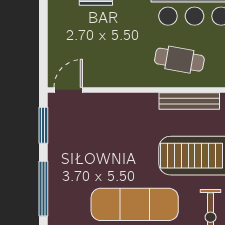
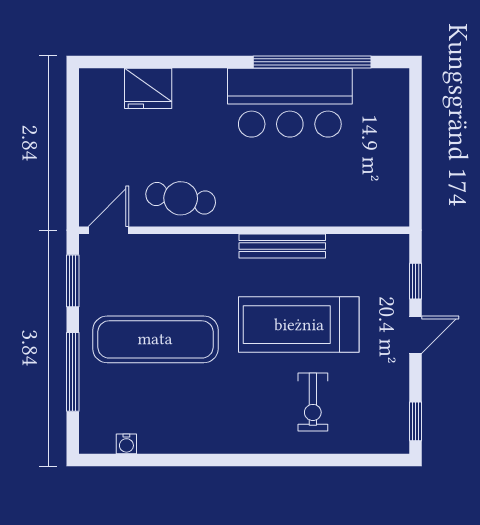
cafe table: (179, 60) -> (181, 198), moved
exercise mat: (135, 204) -> (155, 339), moved

